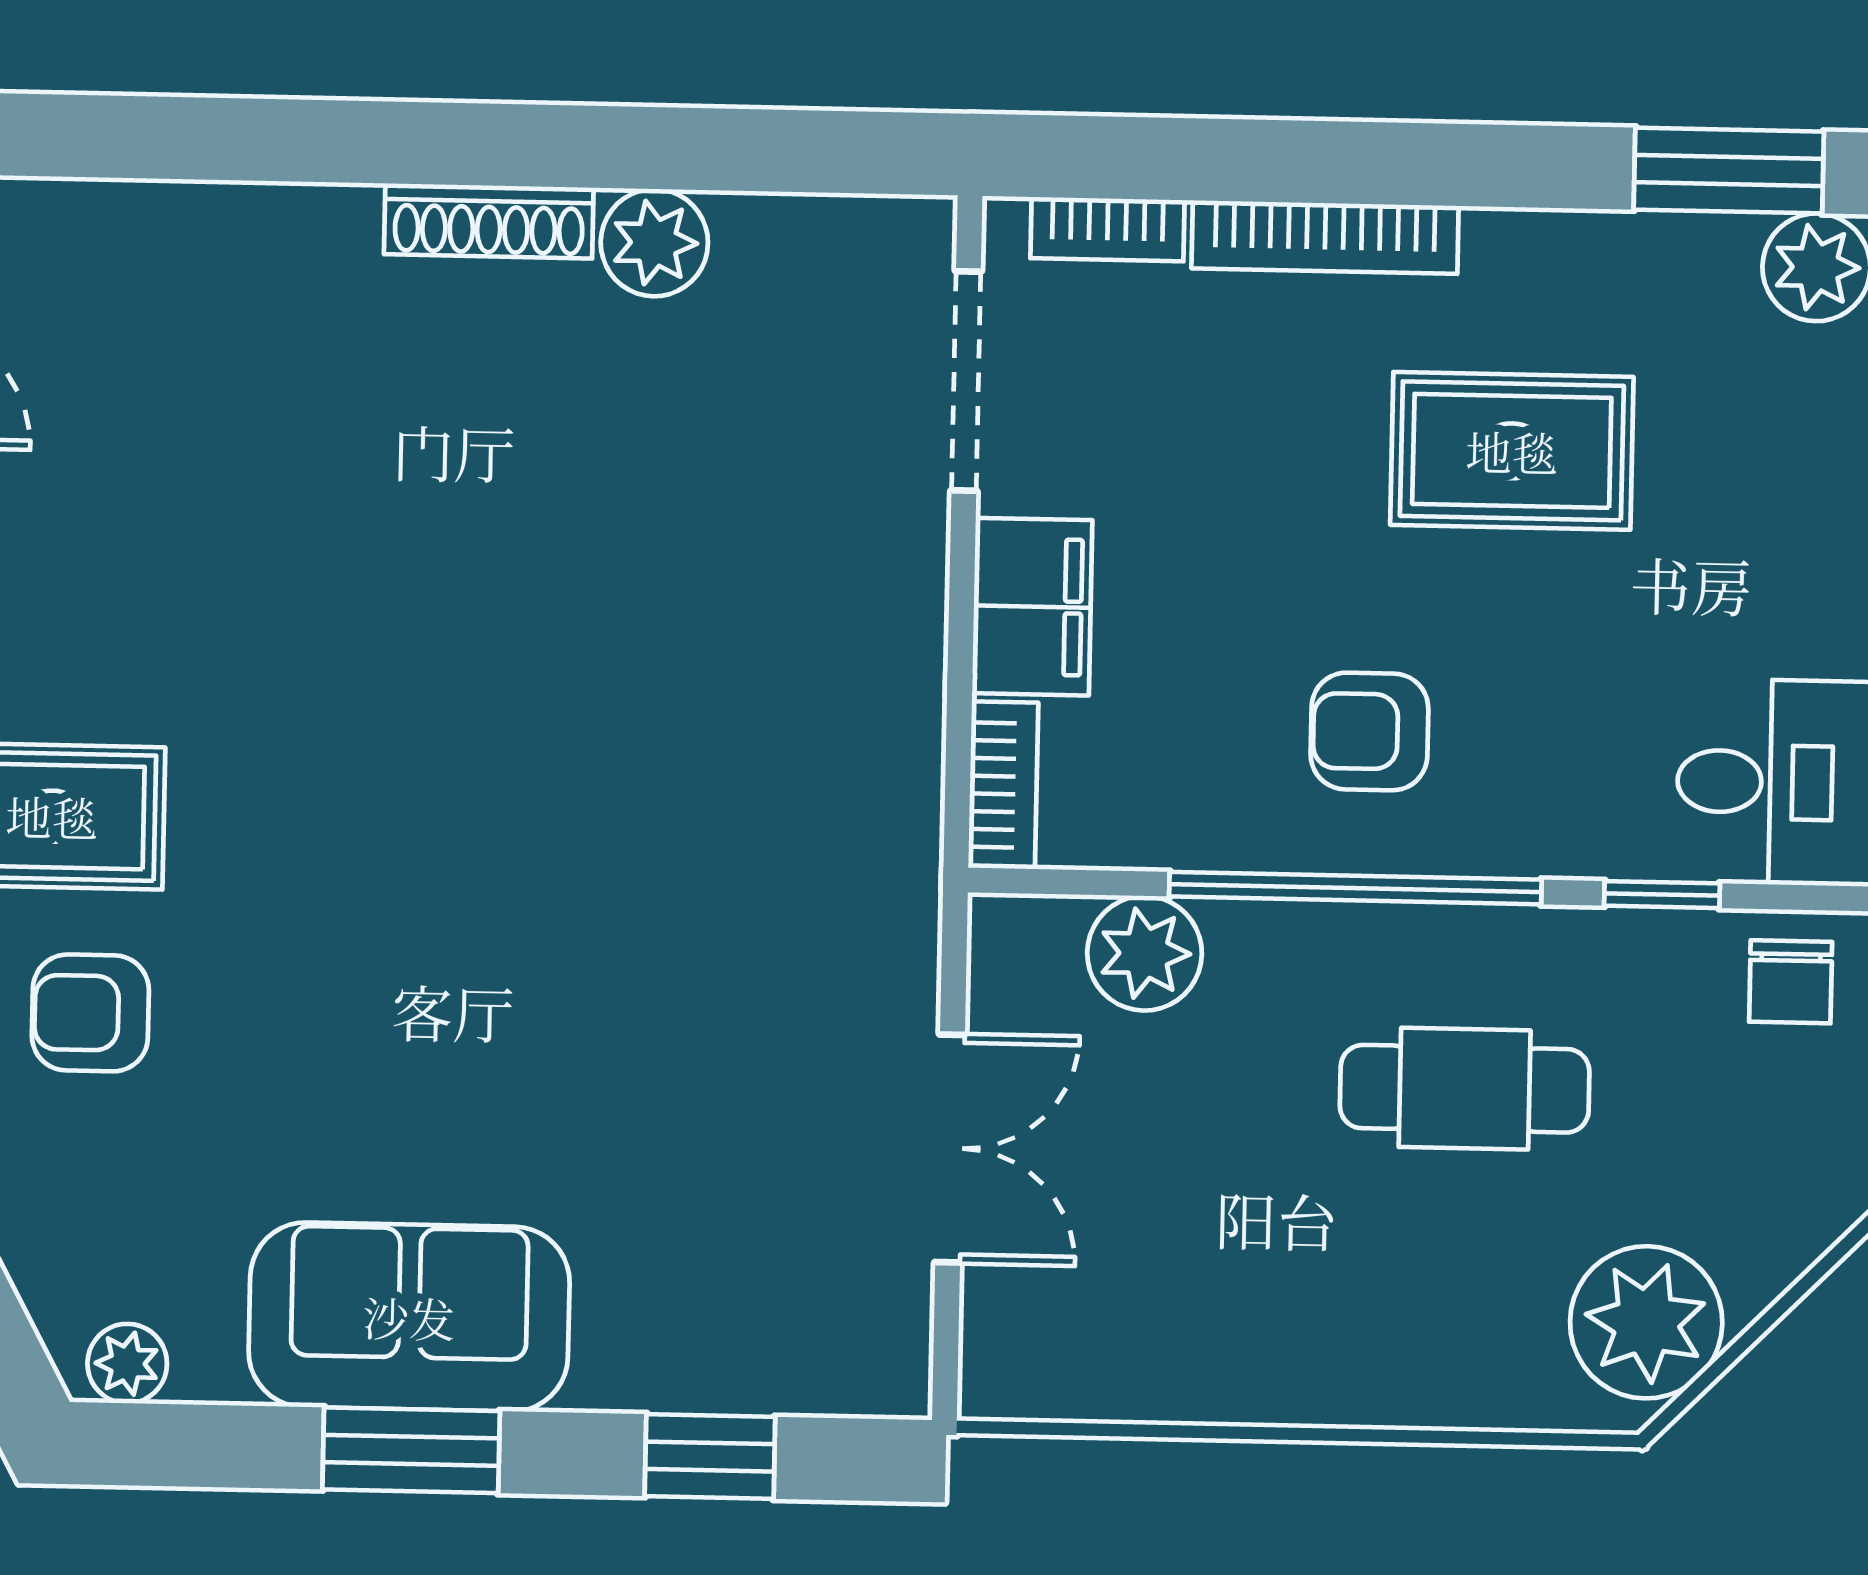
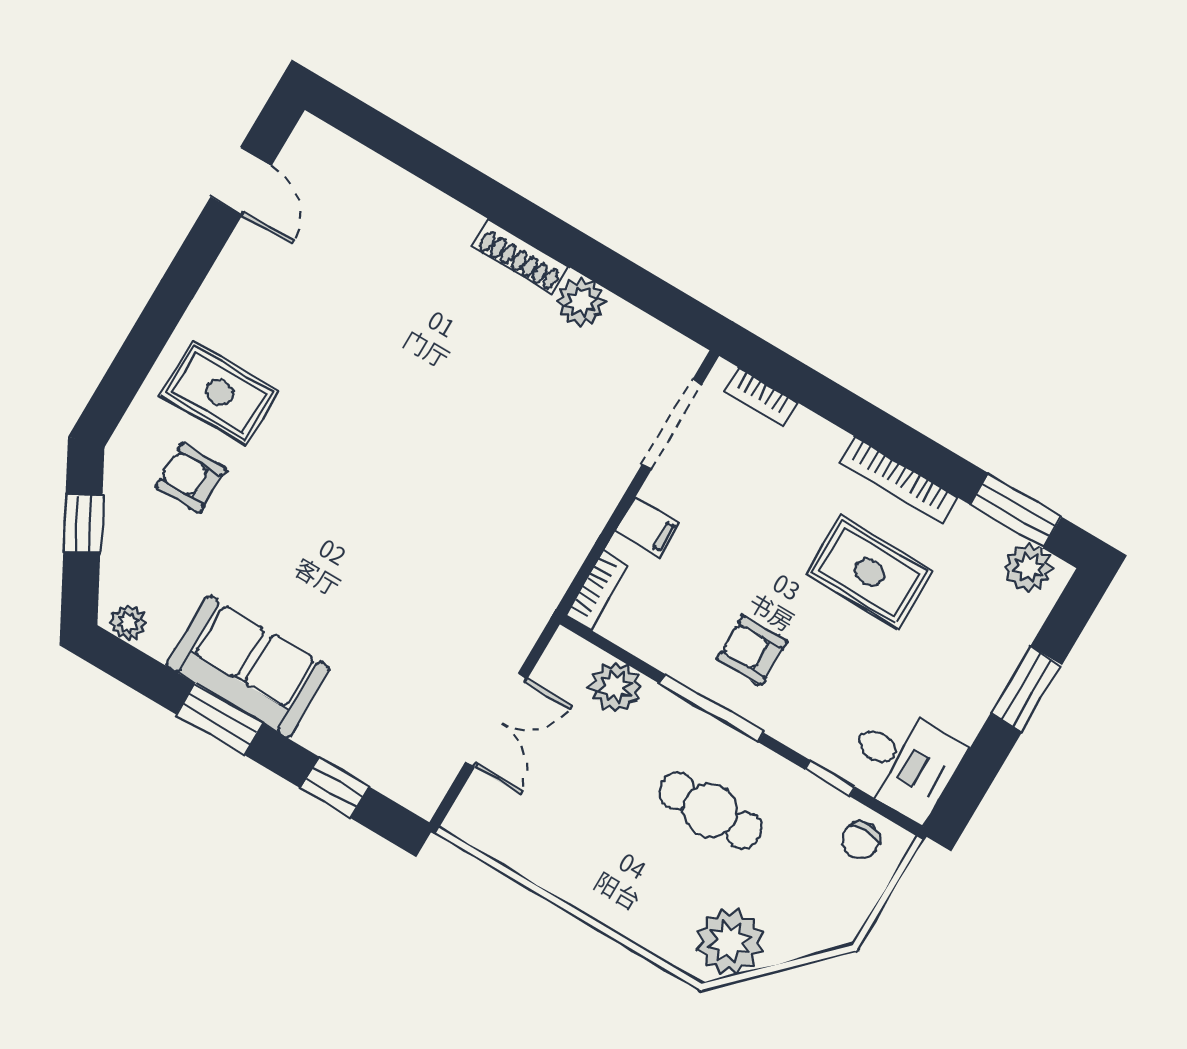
bookcase: (1325, 237) -> (898, 480), moved
filing cabinet: (1032, 607) -> (648, 527), width x0.50
window: (1355, 888) -> (712, 708), width x0.68

